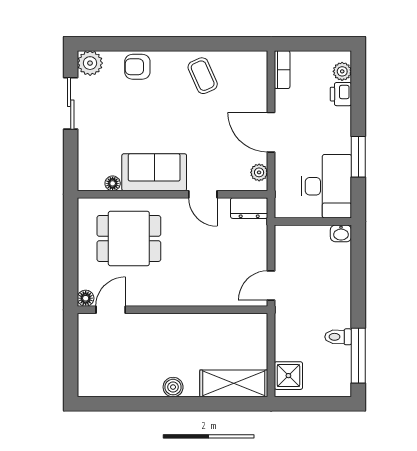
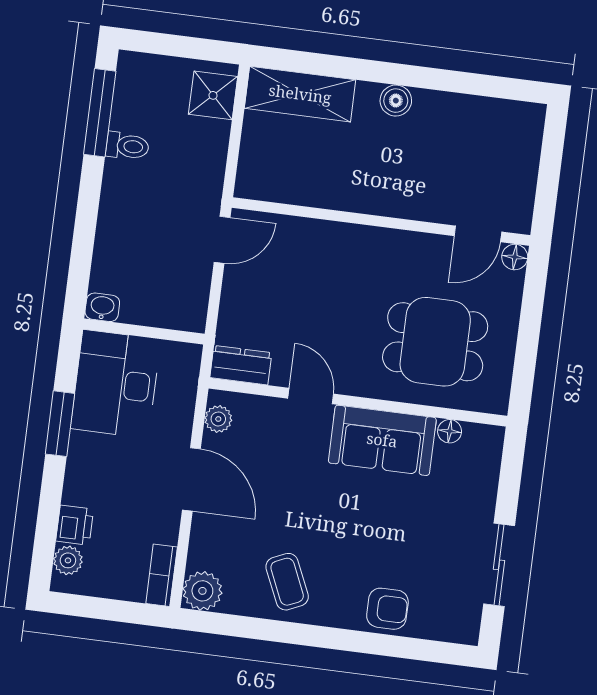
plant: (90, 63) -> (202, 591), moved

